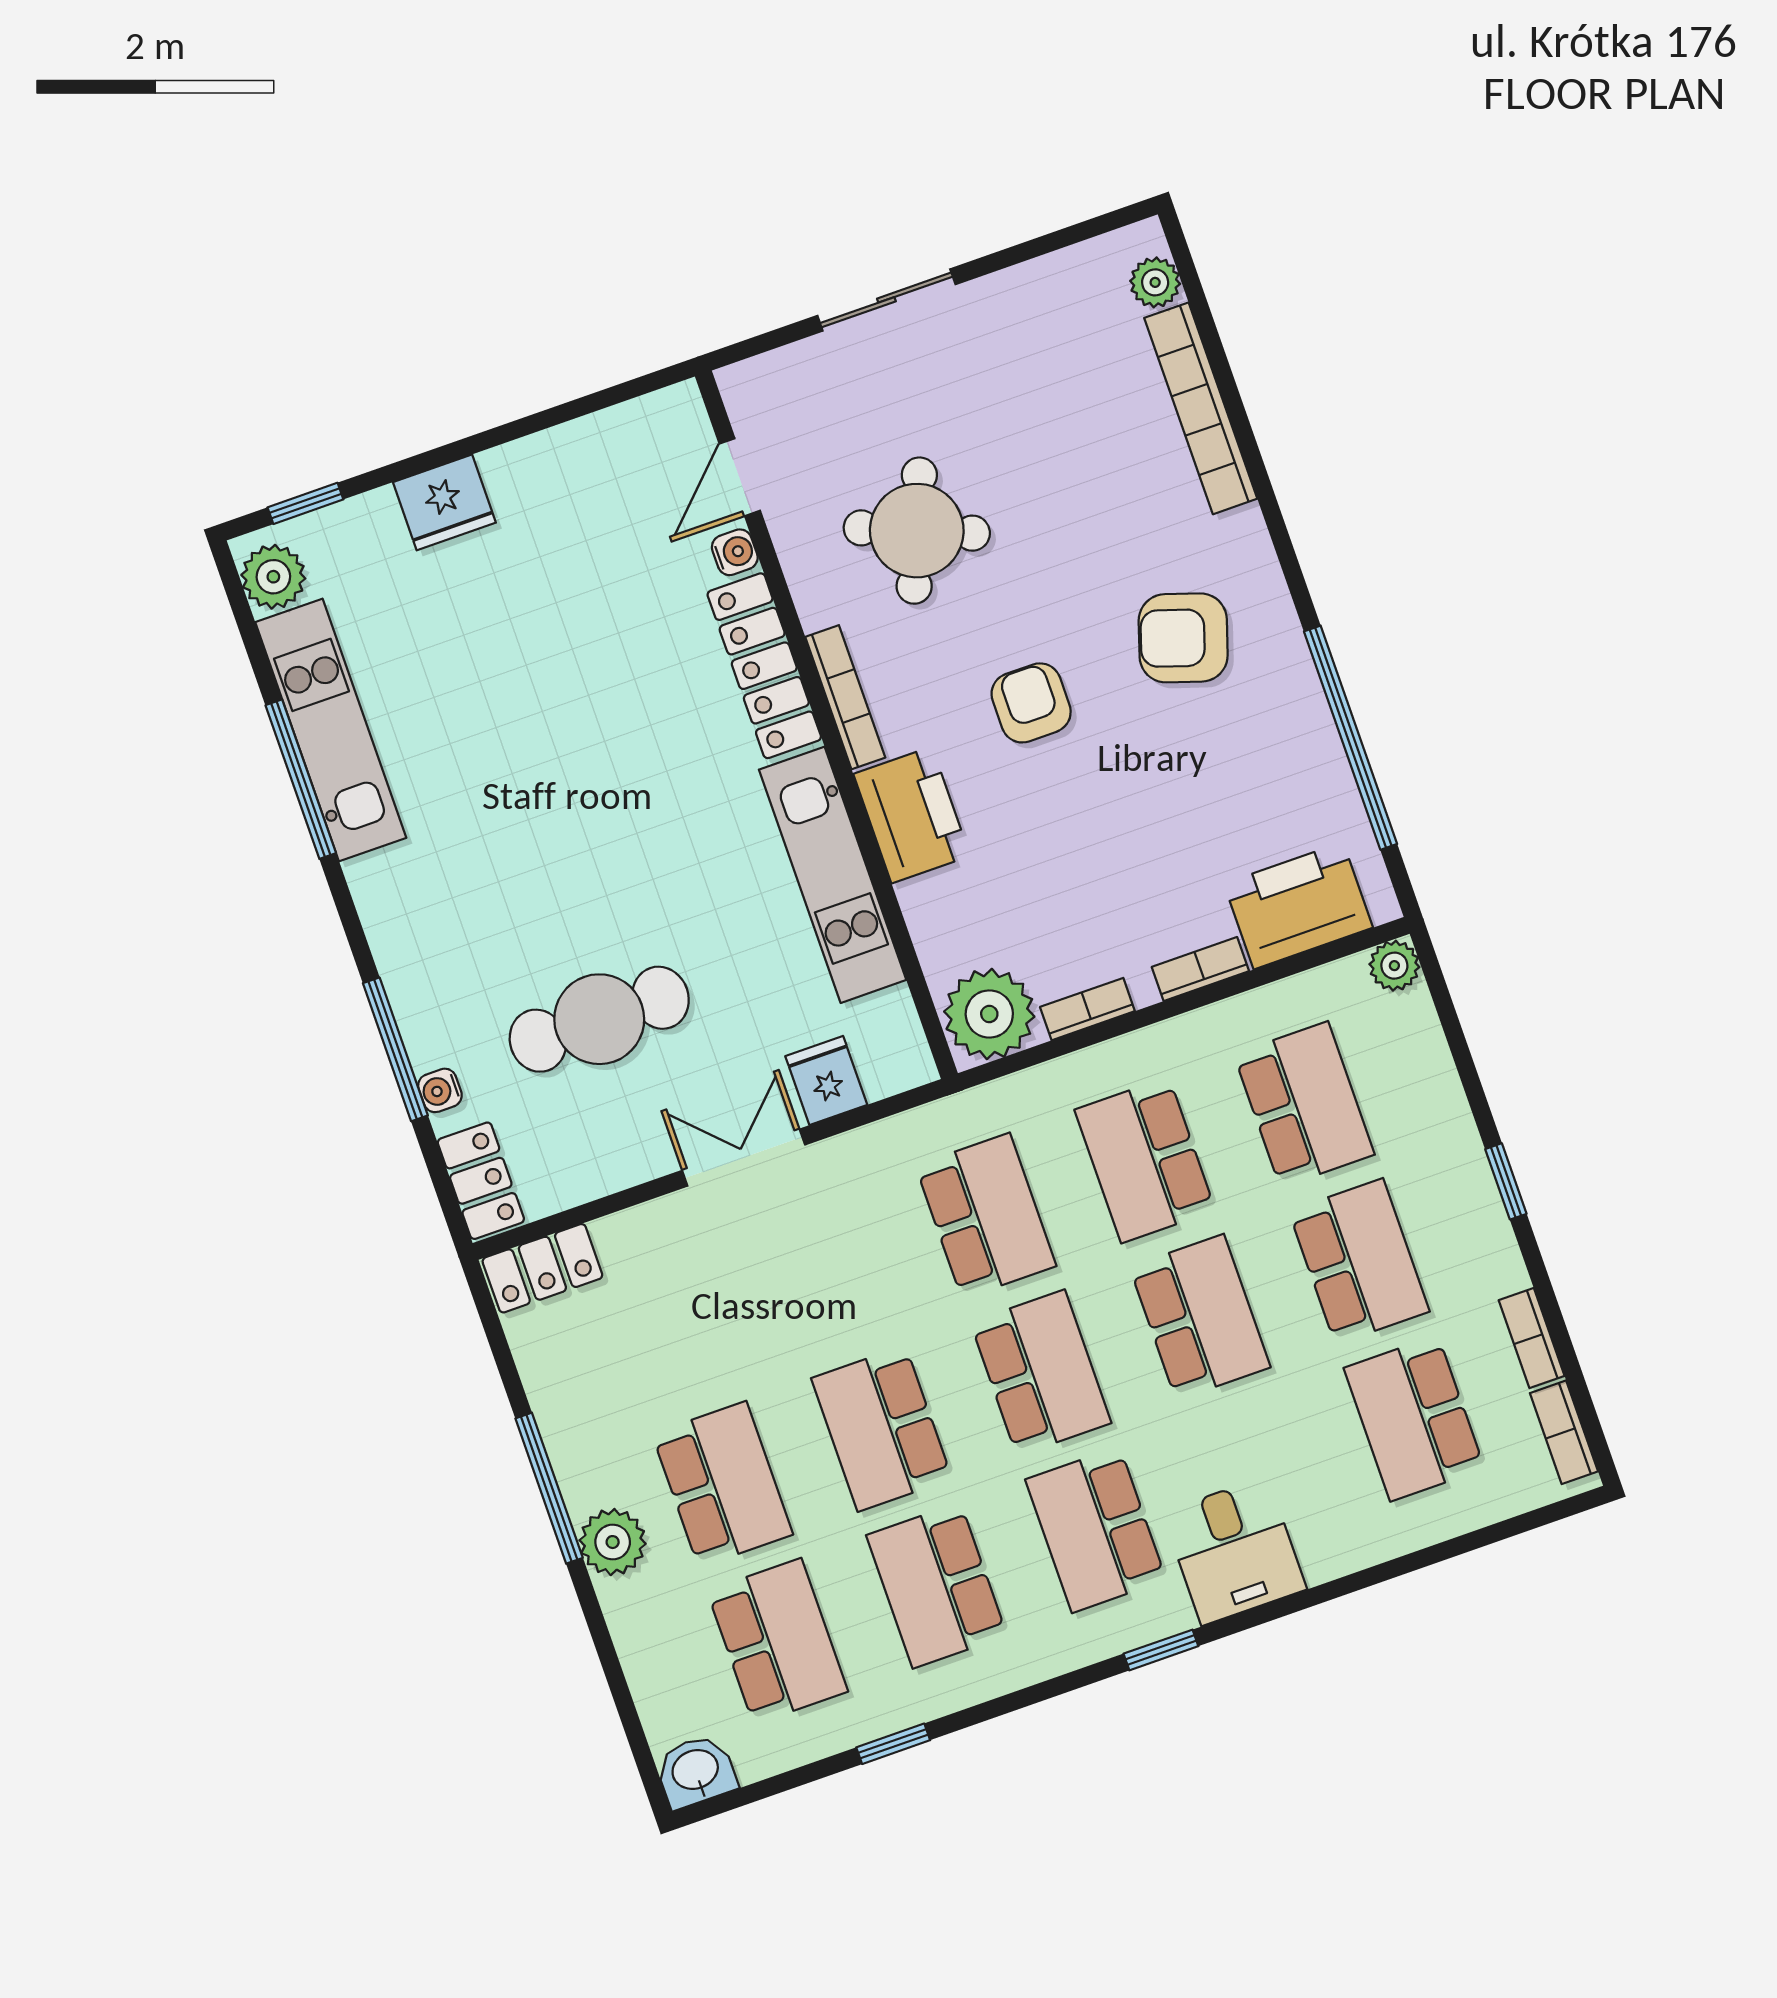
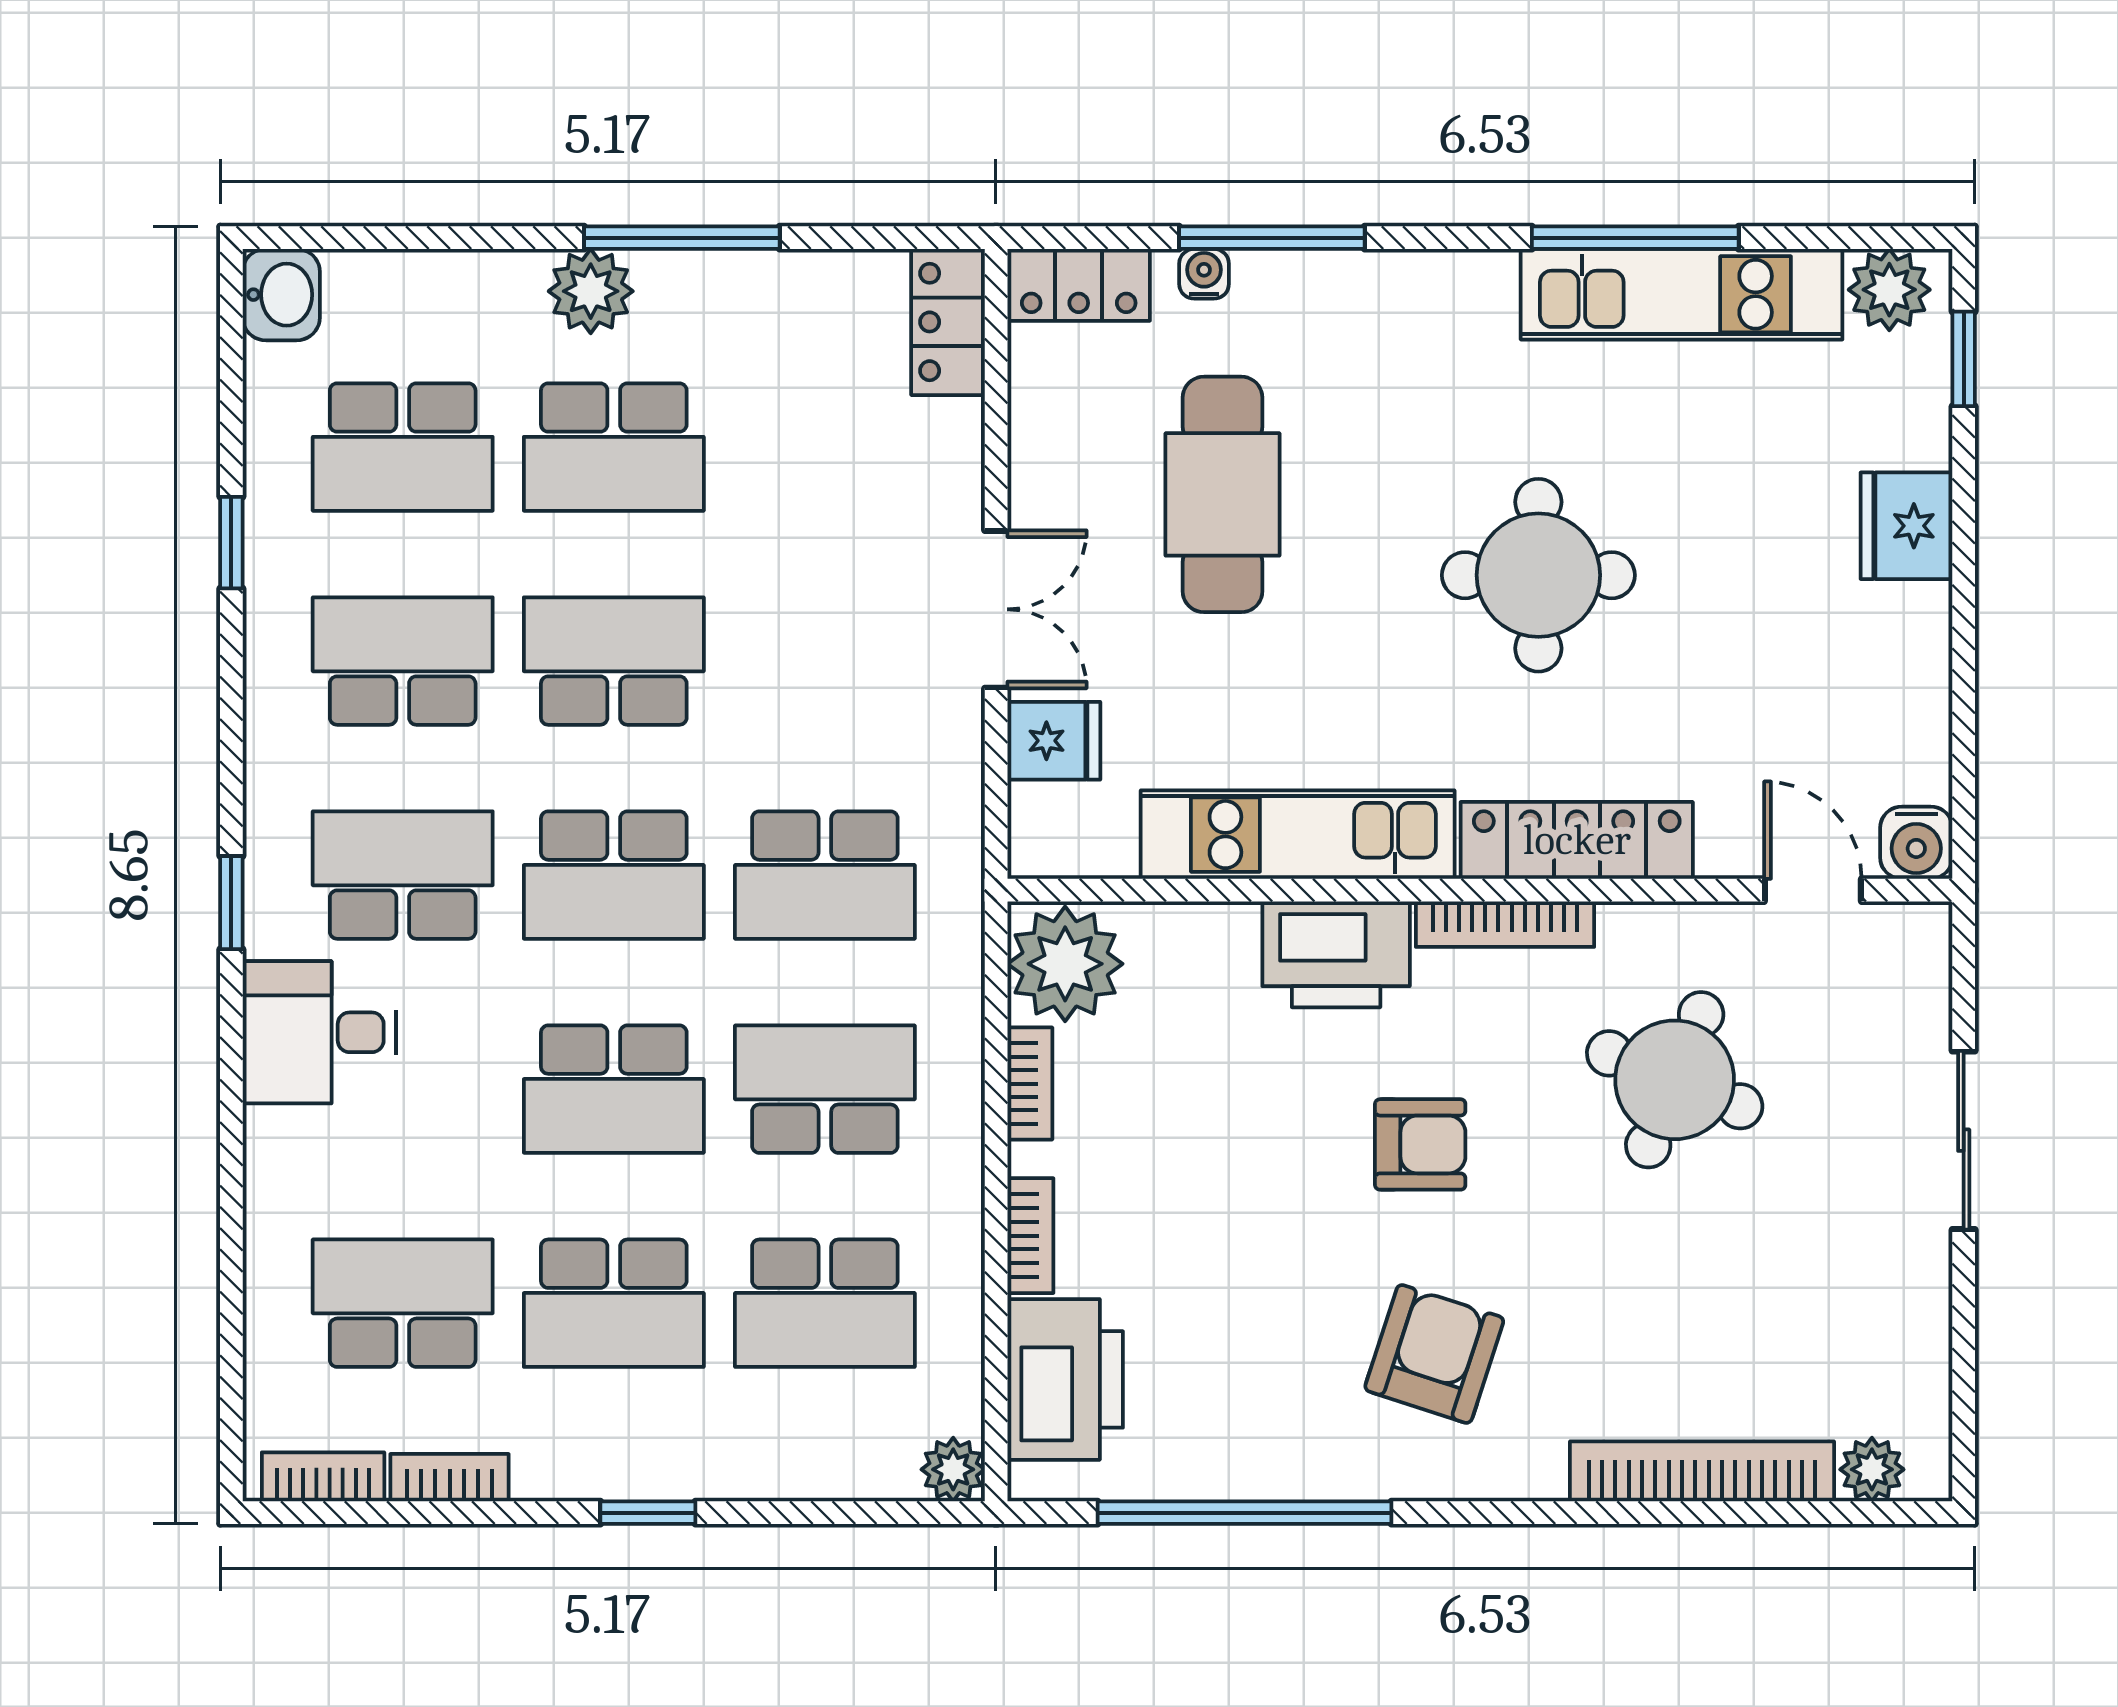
water cooler: (735, 552) -> (1916, 843), moved, width x1.38, depth x1.38
round table: (577, 763) -> (1538, 575), added

